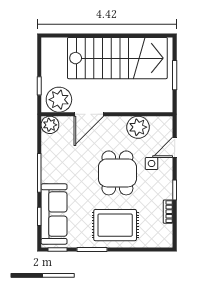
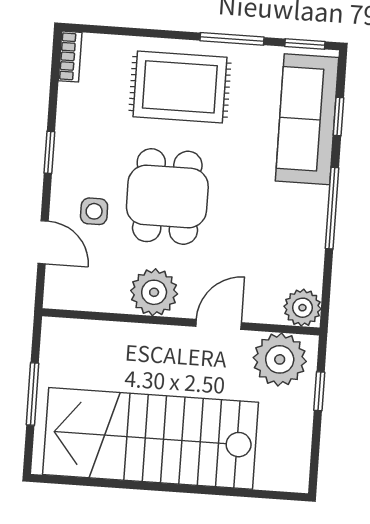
door: (89, 114) -> (219, 324), width x0.73
plant: (138, 127) -> (154, 292), moved
door: (175, 147) -> (43, 242), hinge flipped
bookcase: (168, 212) -> (70, 57), moved

